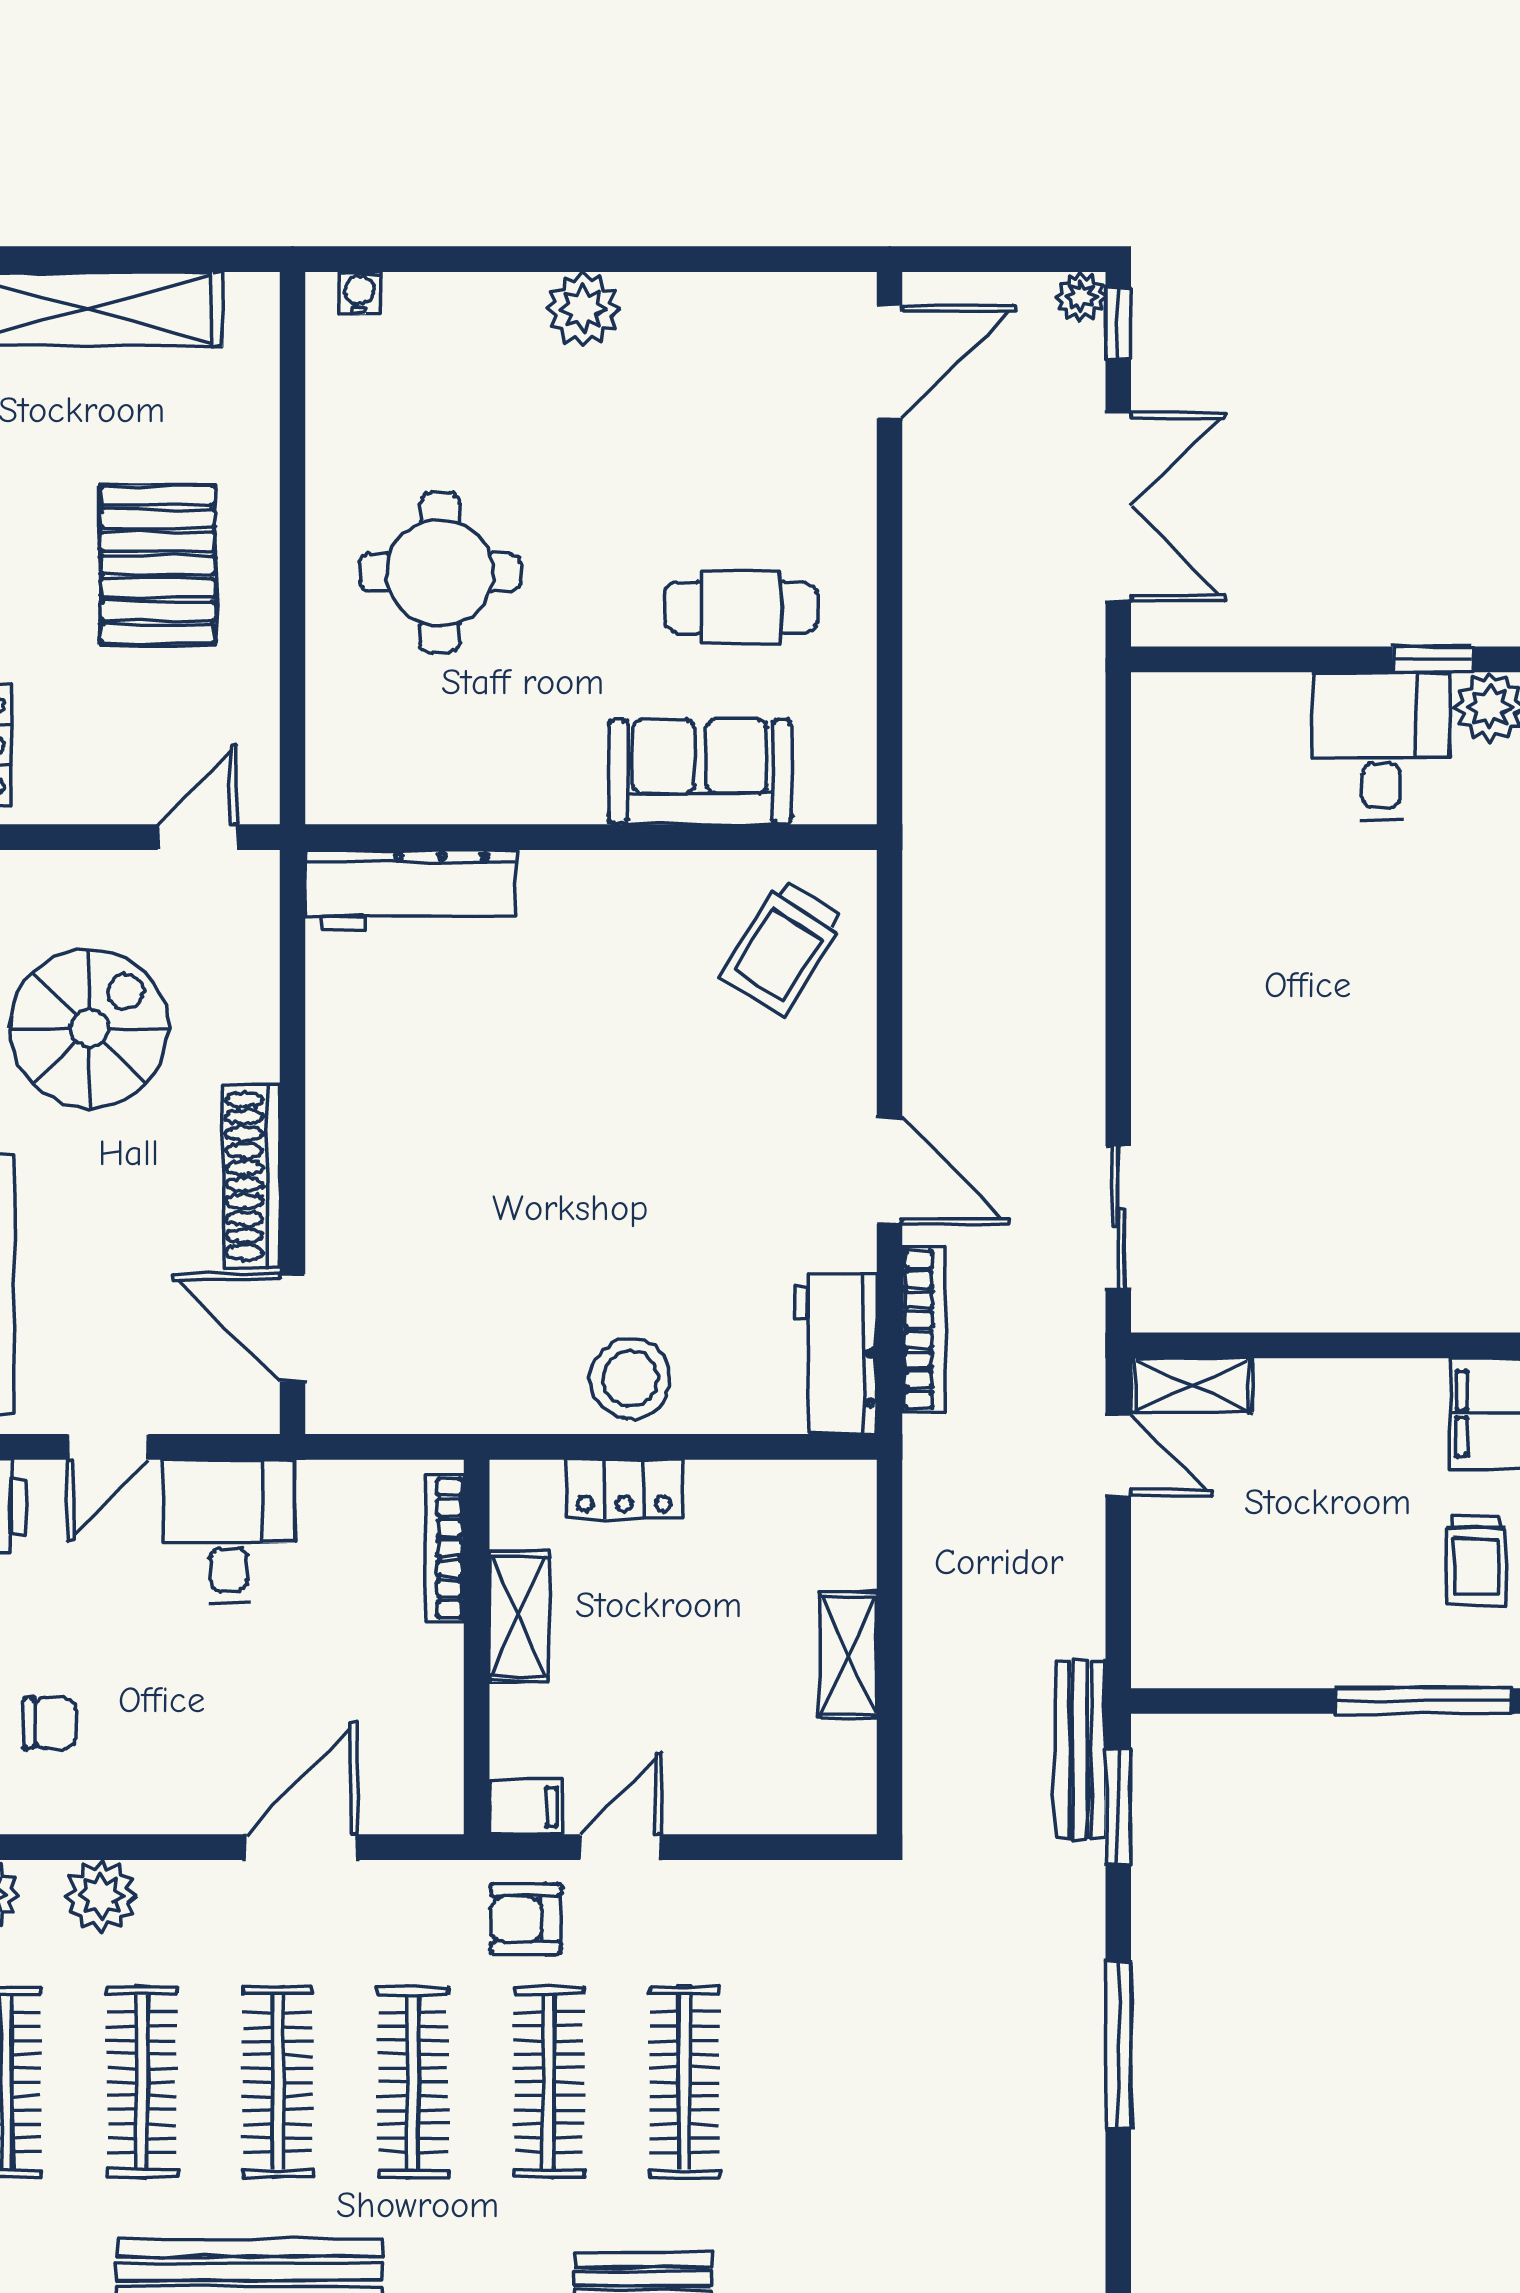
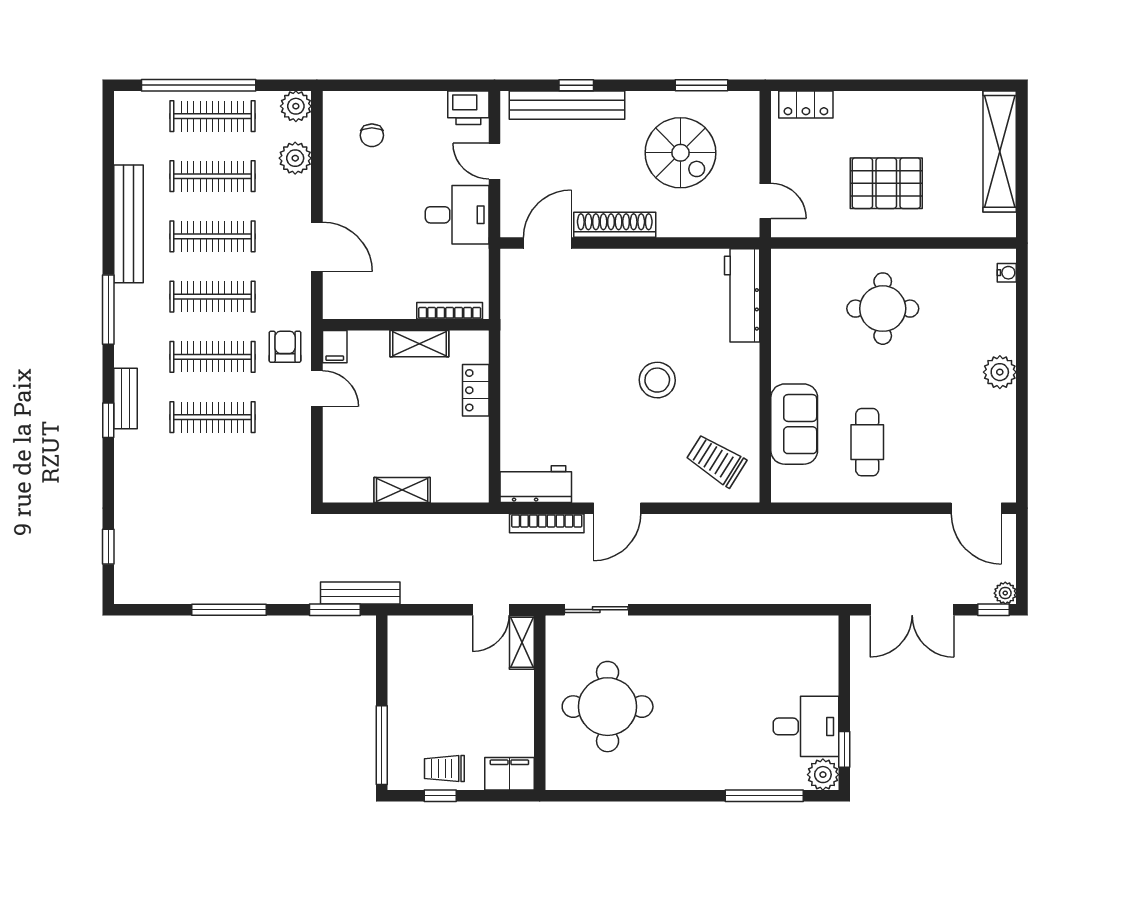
round table: (1336, 1192) -> (608, 707), added
stool: (630, 1379) -> (657, 380), moved

